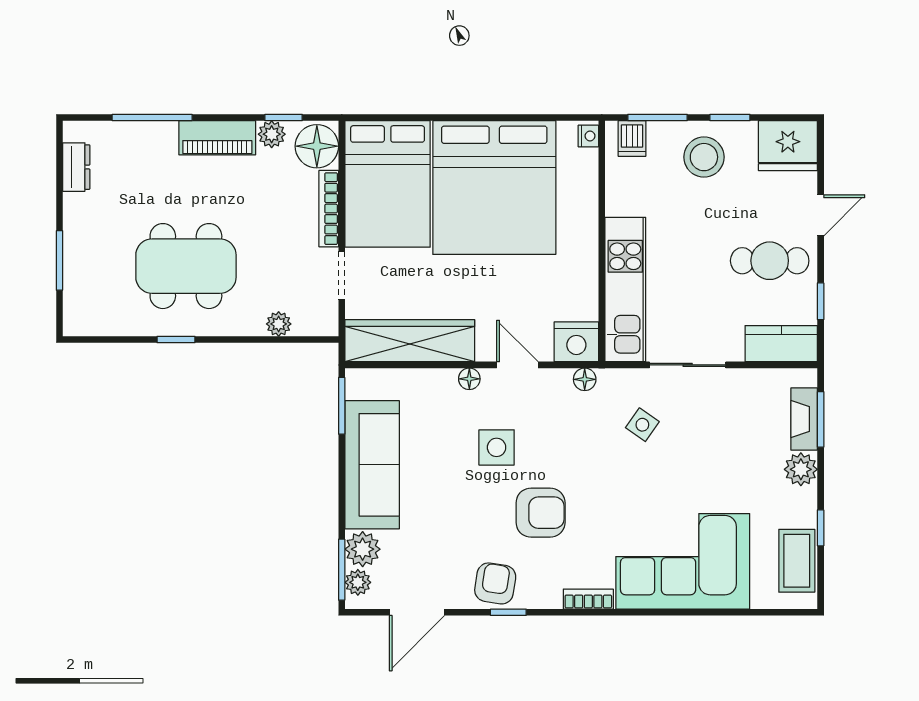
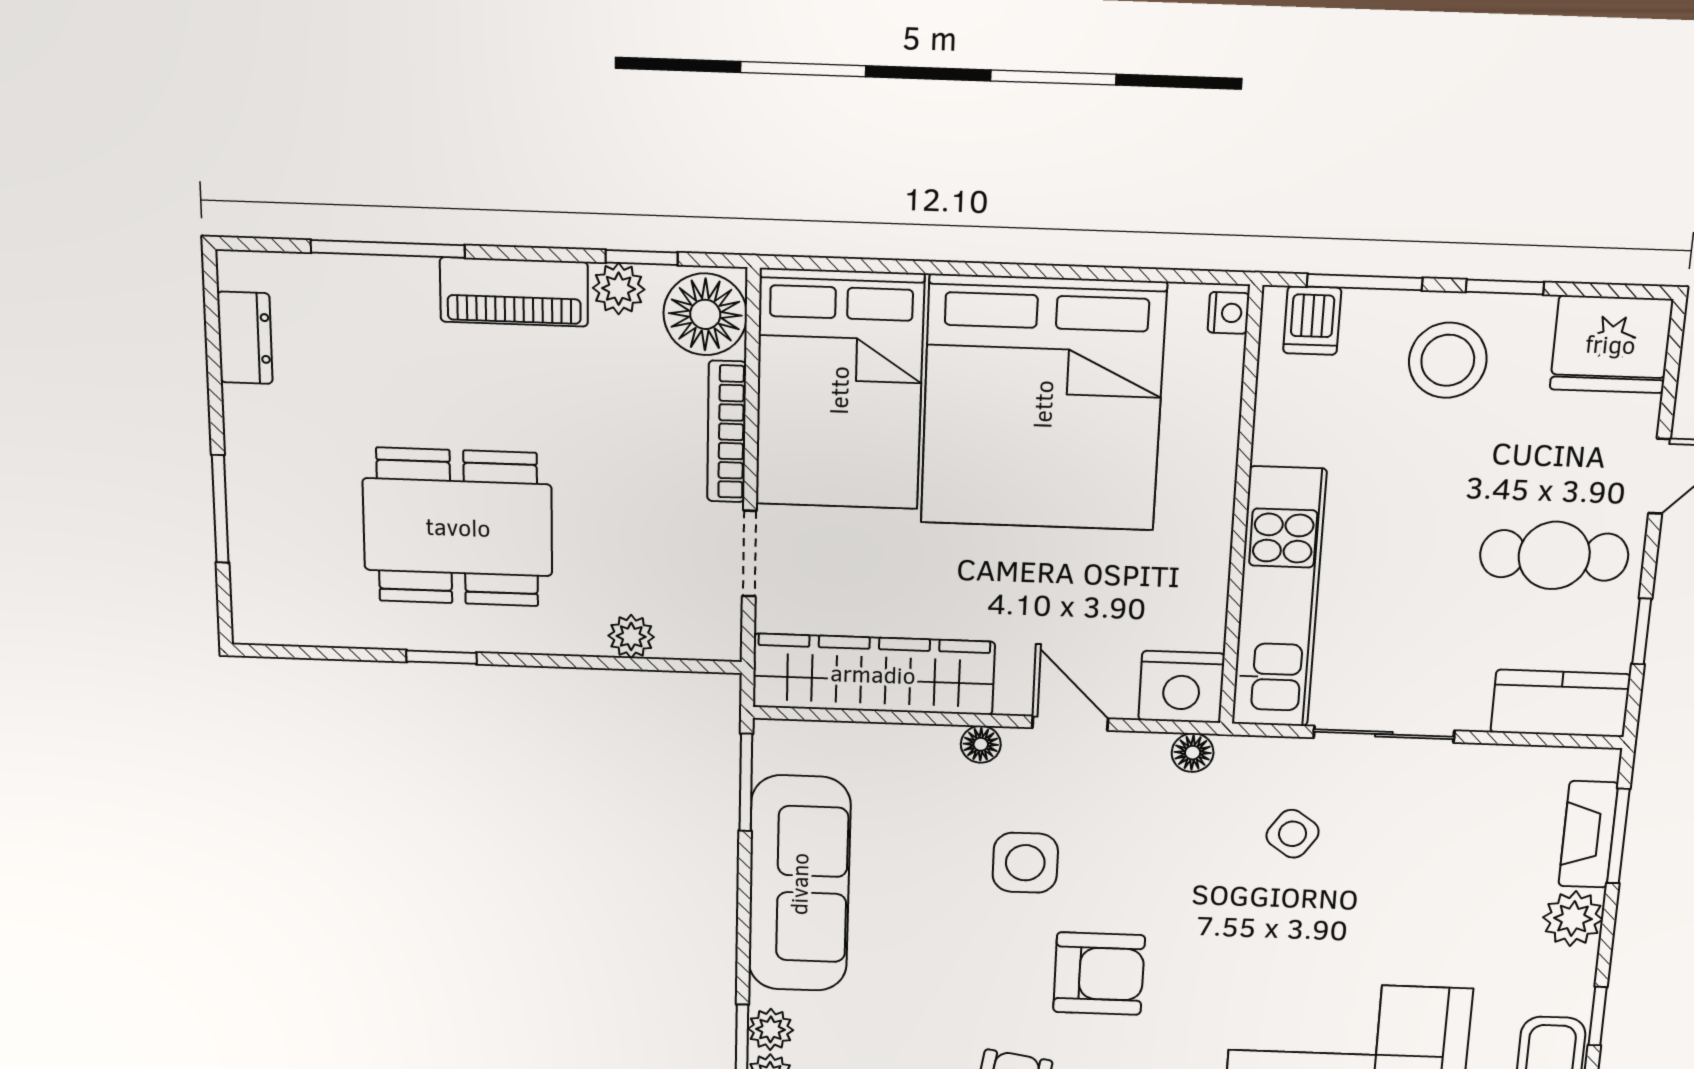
plant: (363, 549) -> (771, 1029), width x0.73, depth x0.73

